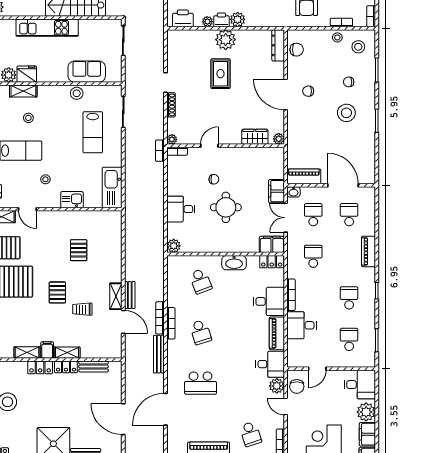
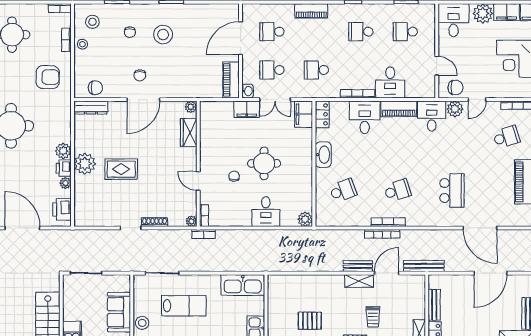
chair: (297, 50) -> (95, 88), turned 90
bench: (159, 354) -> (424, 266), moved

